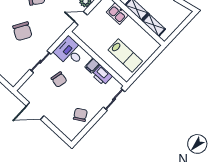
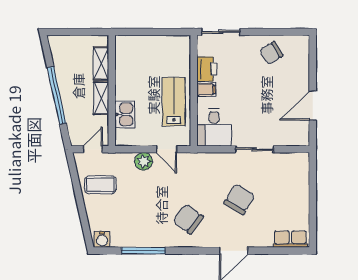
lab bench: (125, 56) -> (174, 102), moved
chair: (59, 80) -> (255, 111), removed
door: (35, 111) -> (313, 106), swing flipped

